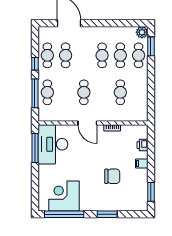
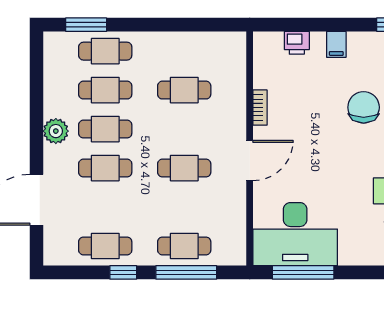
plant: (142, 32) -> (56, 131), moved
cafe table: (66, 55) -> (105, 168), moved

